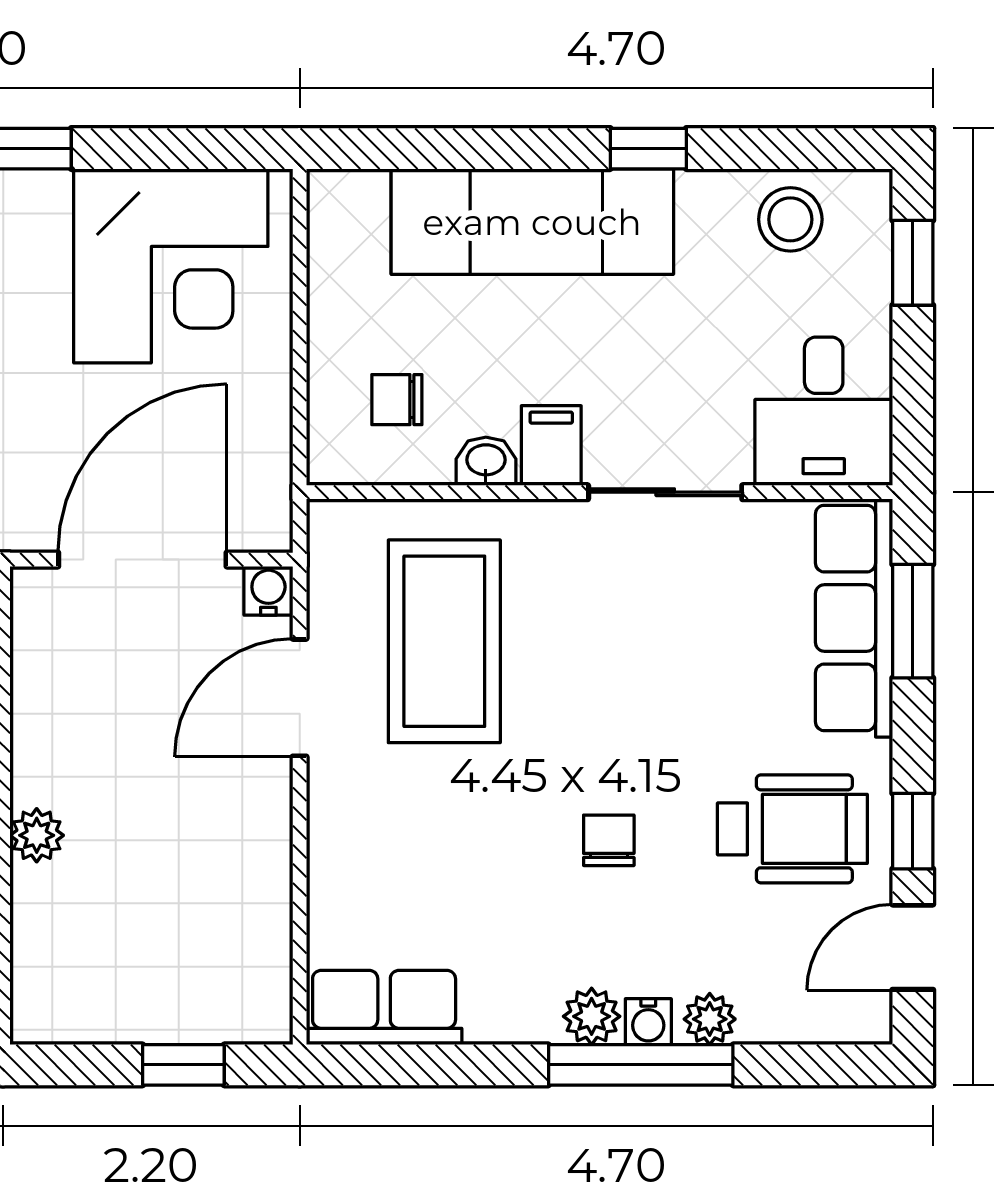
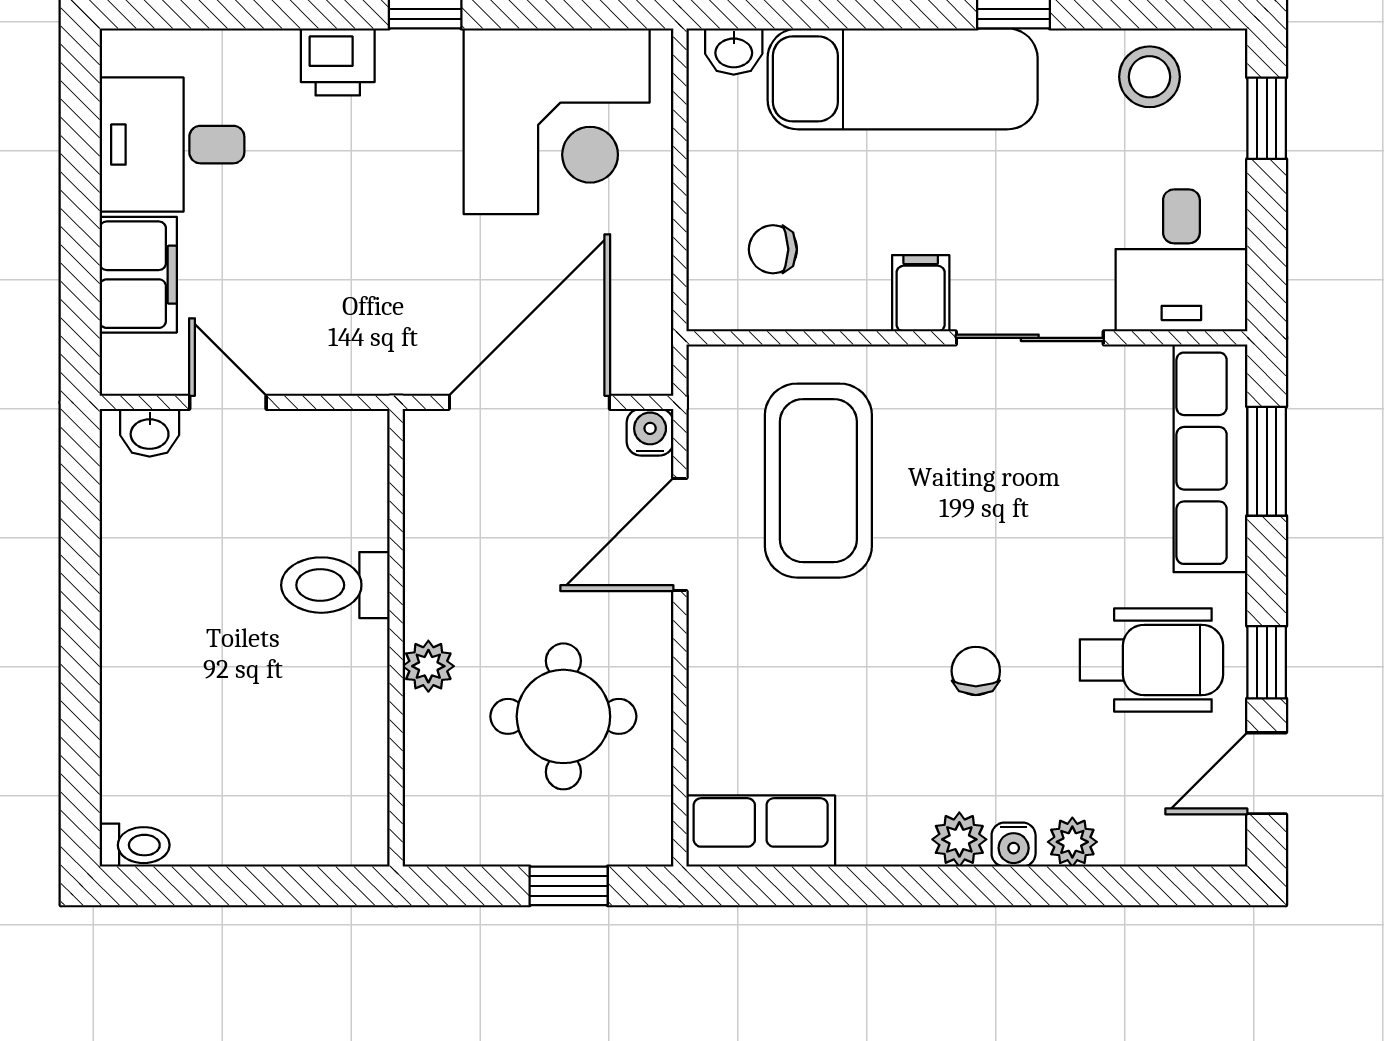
washbasin: (486, 461) -> (734, 52), moved, turned 180
round table: (178, 888) -> (563, 716), added
window: (641, 1065) -> (1006, 886), removed

